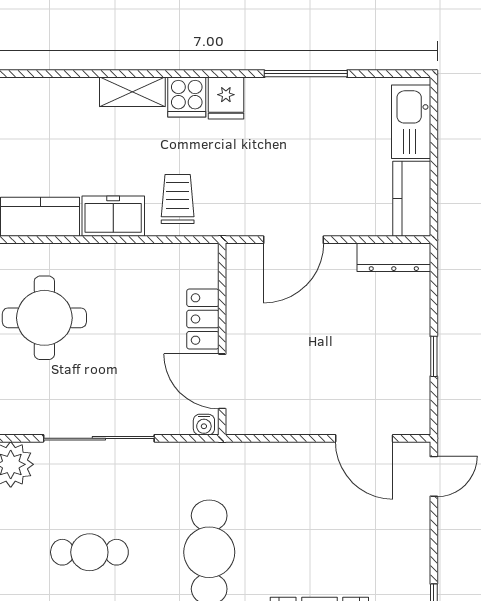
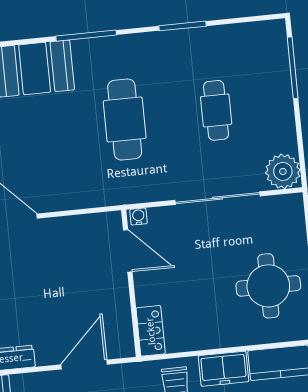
locker: (203, 319) -> (151, 331), moved
cafe table: (89, 552) -> (216, 110), turned 90

